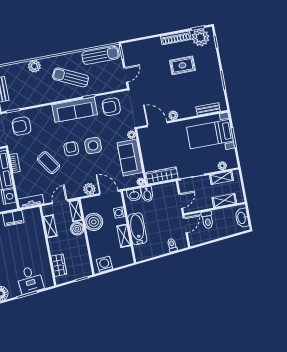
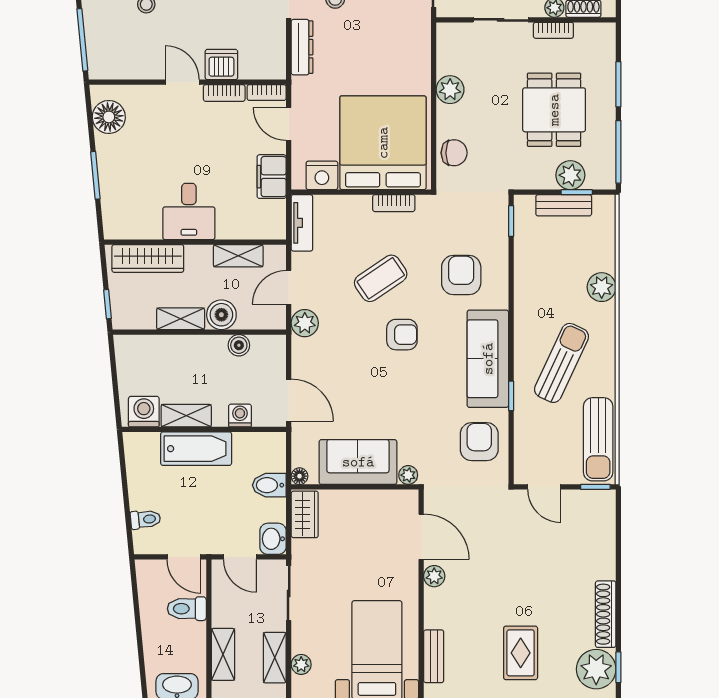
rug: (182, 65) -> (521, 653), moved
door: (157, 124) -> (421, 537), hinge flipped
armchair: (22, 126) -> (461, 275), moved
side table: (93, 145) -> (400, 385), removed
wardrobe: (162, 175) -> (305, 514), width x0.67
plant: (89, 189) -> (305, 323), moved
door: (109, 193) -> (289, 400), hinge flipped
washbasin: (134, 195) -> (273, 539), moved
door: (60, 202) -> (289, 287), swing flipped
shelving: (76, 211) -> (181, 319), moved
boiler: (94, 222) -> (239, 345), width x0.54, depth x0.54
washing machine: (104, 264) -> (144, 412), moved, turned -85
wardrobe: (59, 265) -> (148, 258), width x1.50
desk: (30, 280) -> (189, 211), moved, turned -85

